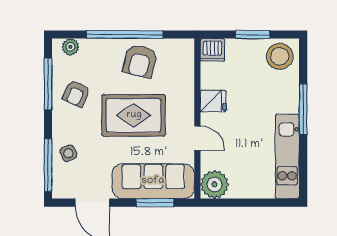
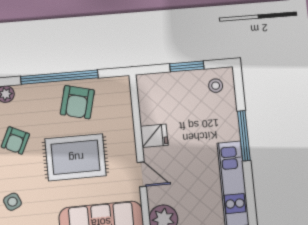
dishwasher: (212, 50) -> (149, 85), removed
stool: (280, 56) -> (216, 86), width x0.53, depth x0.53

